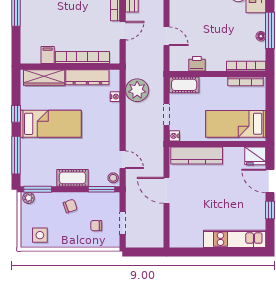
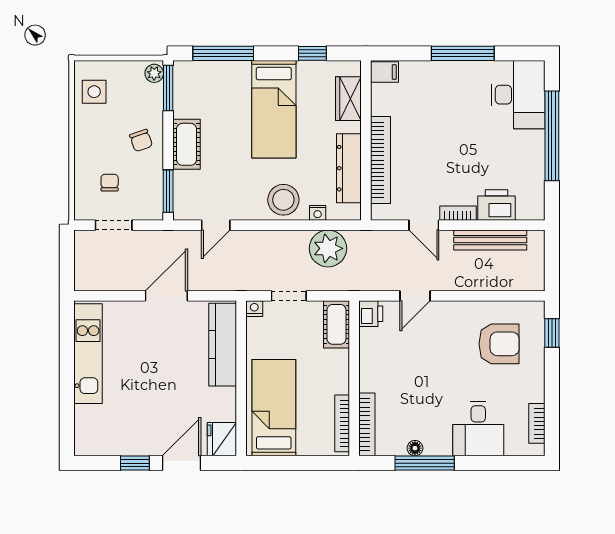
filing cabinet: (48, 55) -> (385, 72), moved
printer: (197, 64) -> (371, 314), moved
wardrobe: (44, 78) -> (348, 99), width x0.67
window: (16, 114) -> (312, 53), moved
stool: (113, 178) -> (283, 200), moved, width x1.89, depth x1.89
kitchen unit: (235, 239) -> (88, 354), moved

